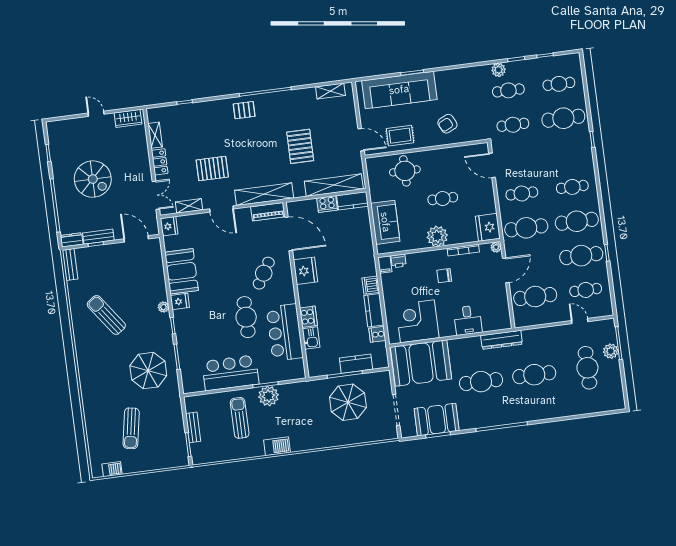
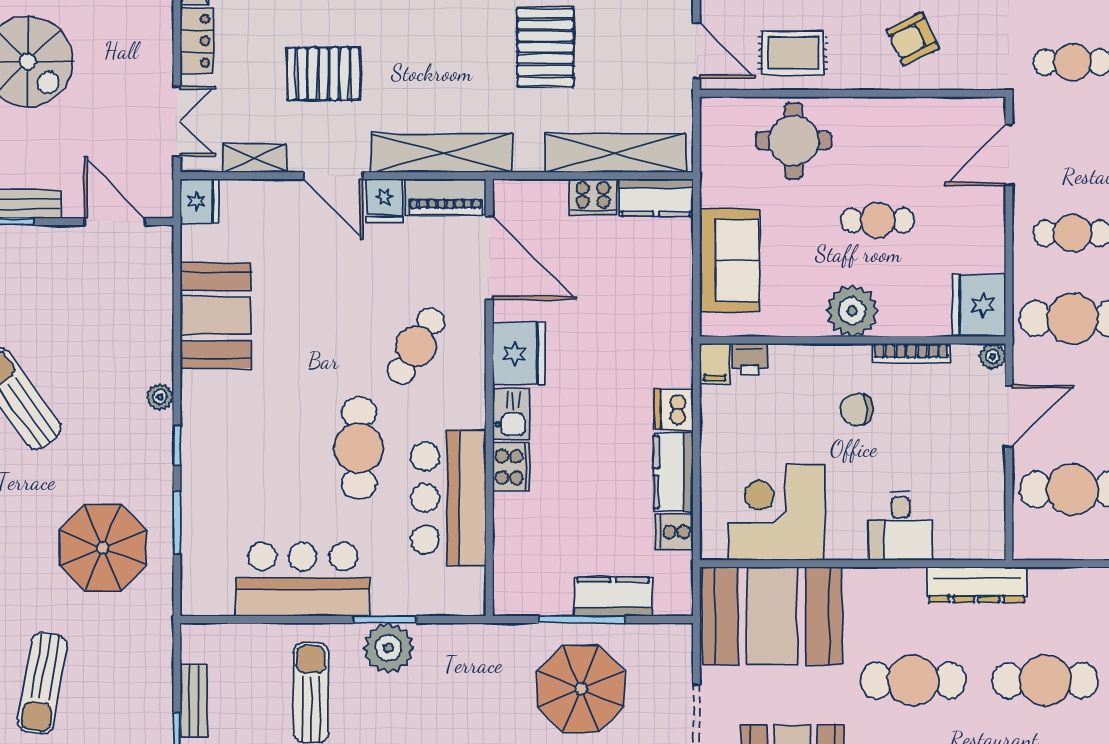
door: (492, 165) -> (1009, 155), hinge flipped
fridge: (180, 301) -> (384, 201), moved, turned 90
kitchen sink: (311, 338) -> (511, 414), moved

